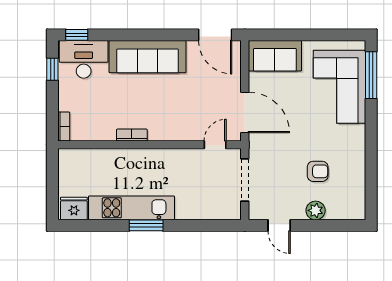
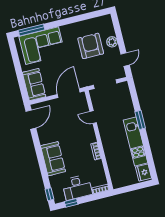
sofa: (148, 57) -> (53, 159), width x0.73
desk: (84, 59) -> (77, 187), moved, turned -90
door: (215, 145) -> (93, 117), moved
armchair: (318, 171) -> (91, 46), width x1.88, depth x1.88
window: (146, 225) -> (140, 120), moved

